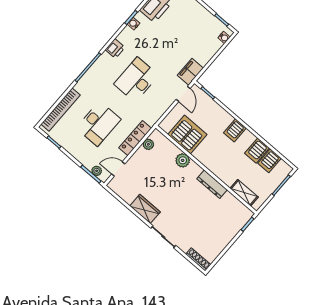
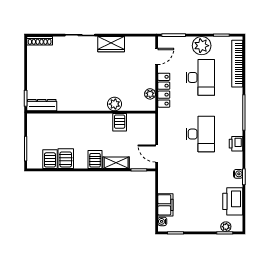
filing cabinet: (190, 72) -> (165, 205), moved
desk: (98, 124) -> (200, 77), turned 180
server rack: (187, 134) -> (120, 122), width x0.46, depth x0.70
plant: (97, 171) -> (202, 46), moved, width x1.88, depth x1.88
dresser: (212, 184) -> (42, 105), moved
shelving: (244, 193) -> (116, 163), moved

